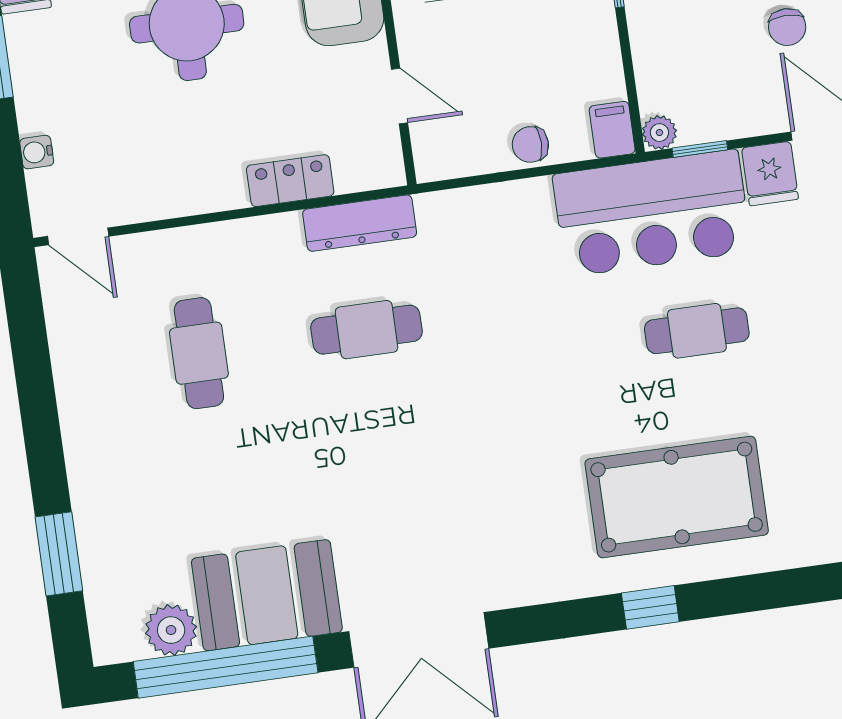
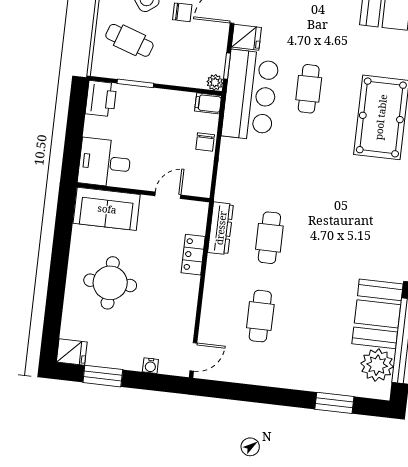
cafe table: (199, 353) -> (260, 316), turned 90
plant: (171, 630) -> (377, 365), width x1.36, depth x1.36

